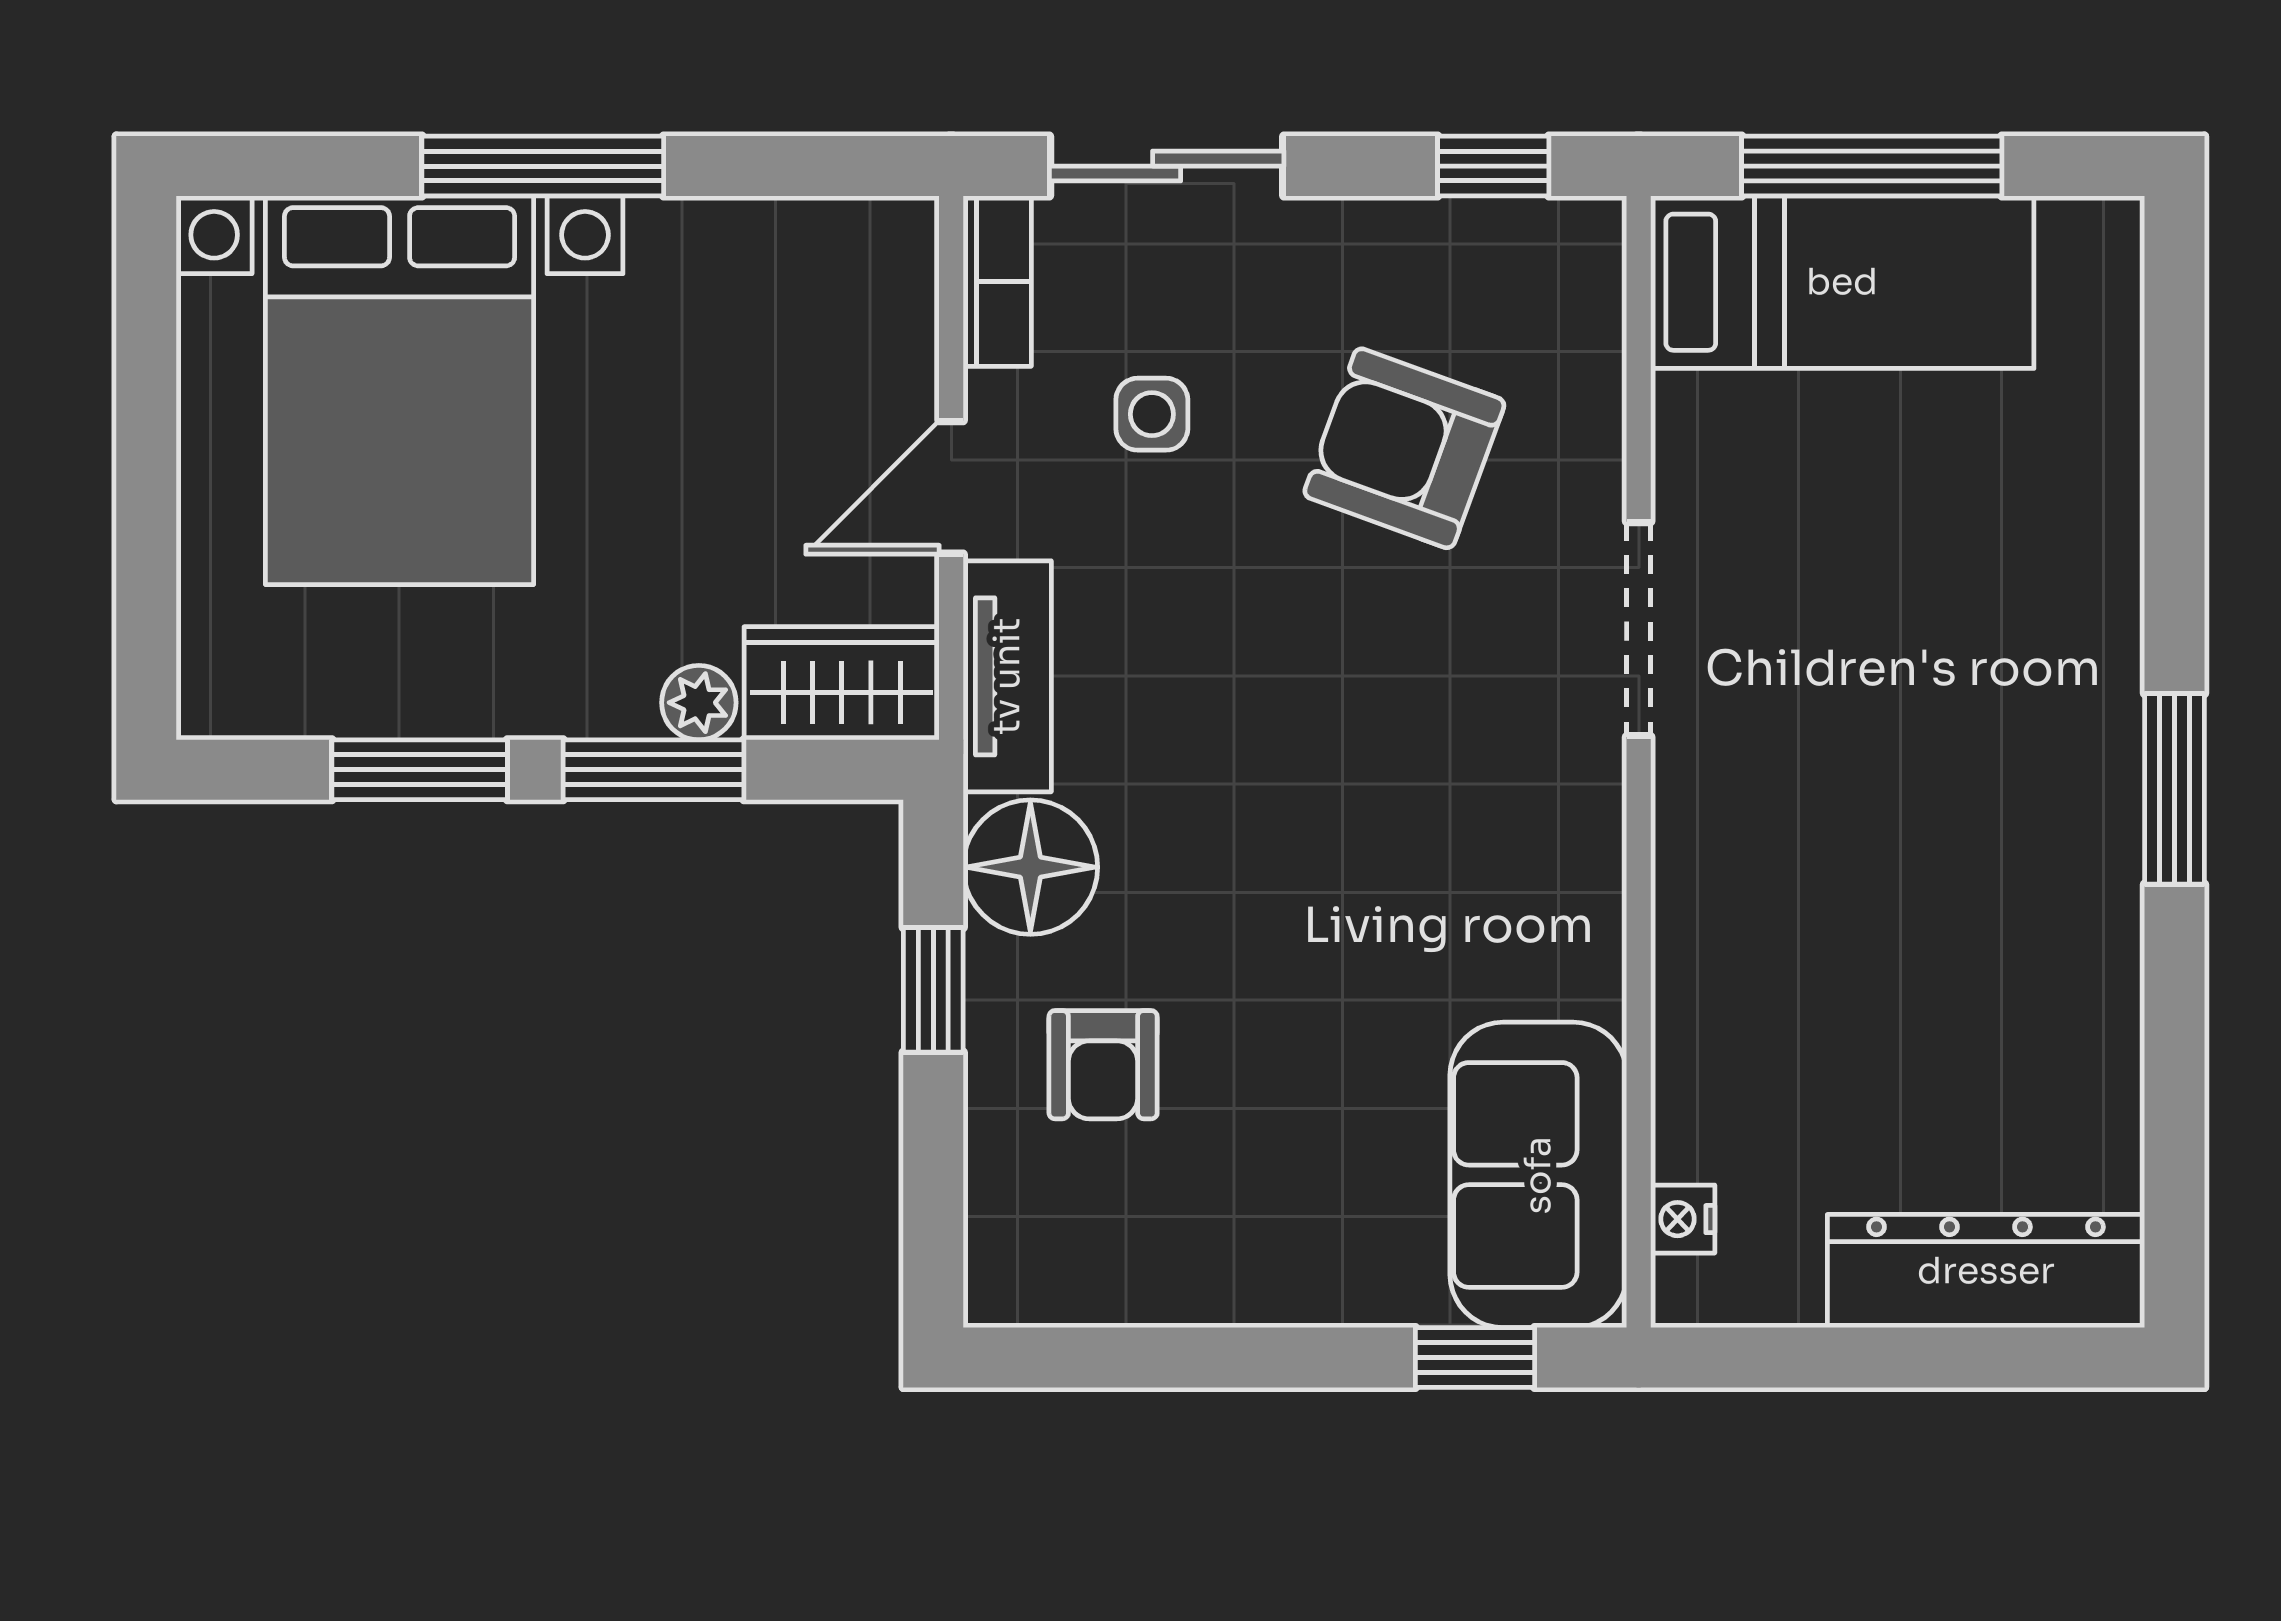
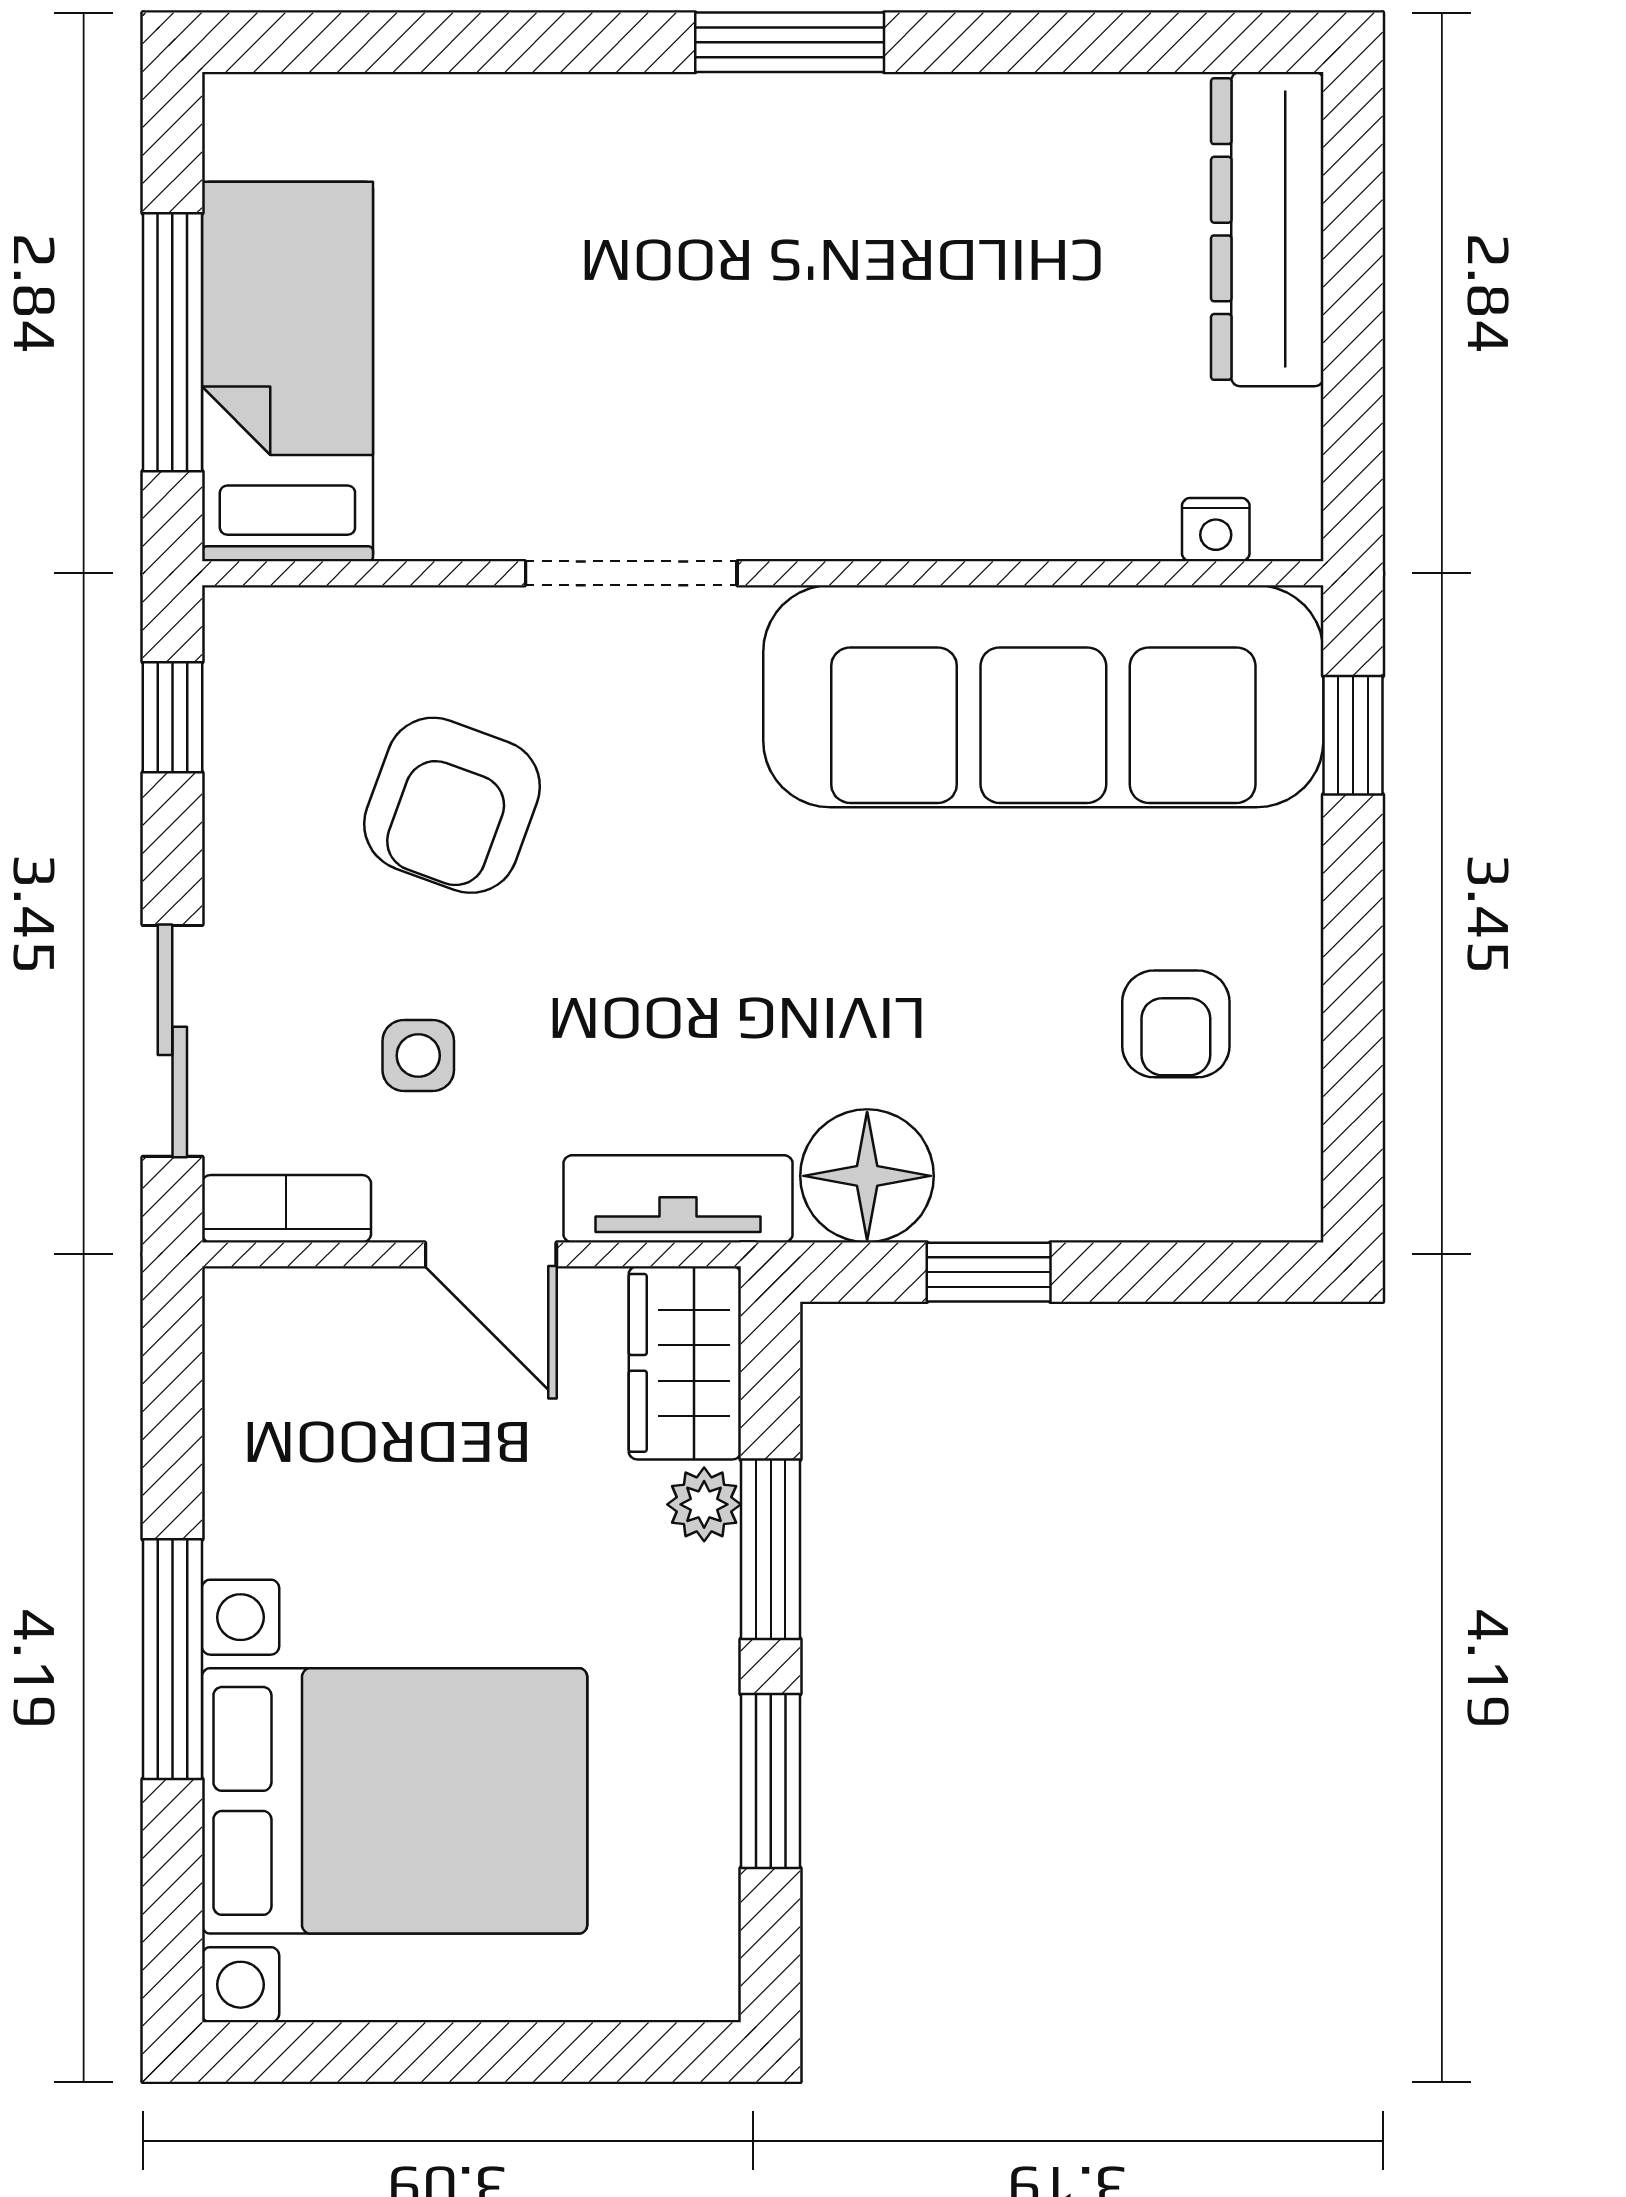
armchair: (1103, 1065) -> (1176, 1024), moved, turned 90
sofa: (1538, 1175) -> (1043, 696), width x1.85, depth x1.27

